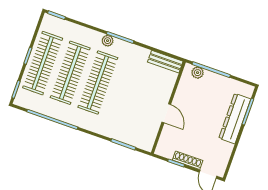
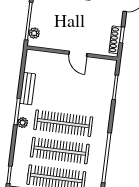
bench: (165, 62) -> (28, 89), moved
door: (166, 113) -> (78, 54), swing flipped
shoe rack: (188, 160) -> (115, 40), moved

